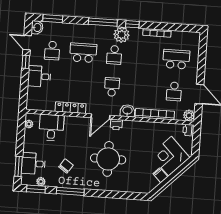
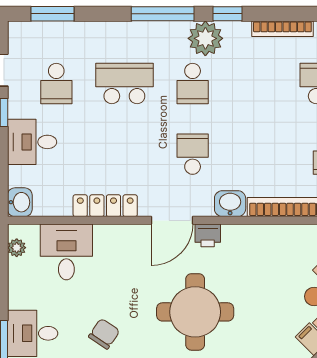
washbasin: (37, 27) -> (20, 202), moved

